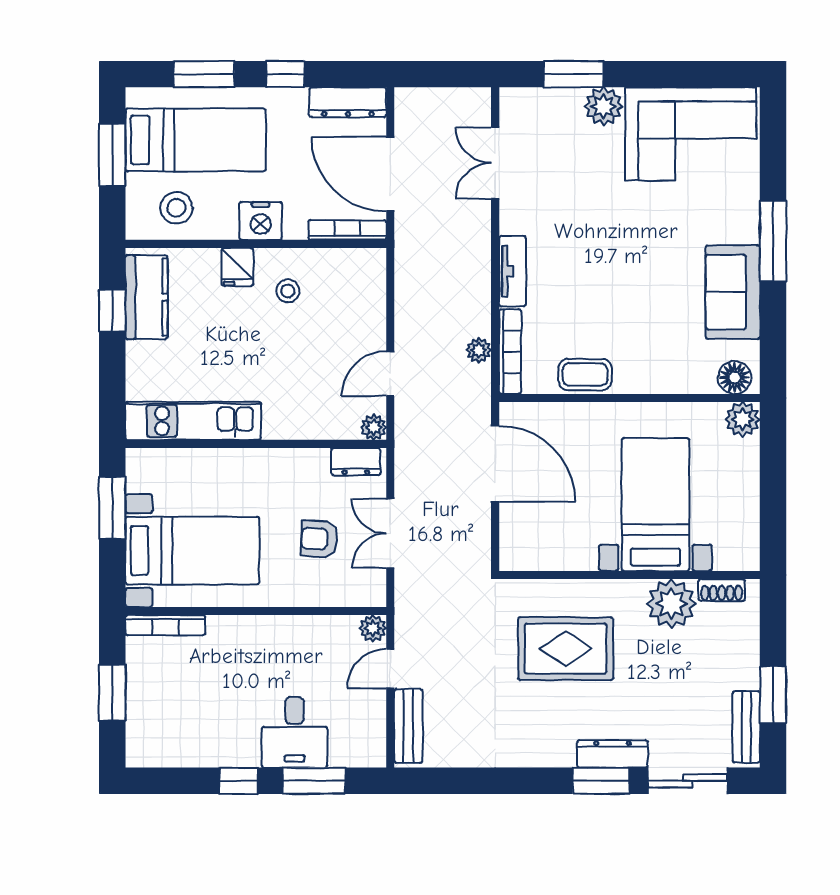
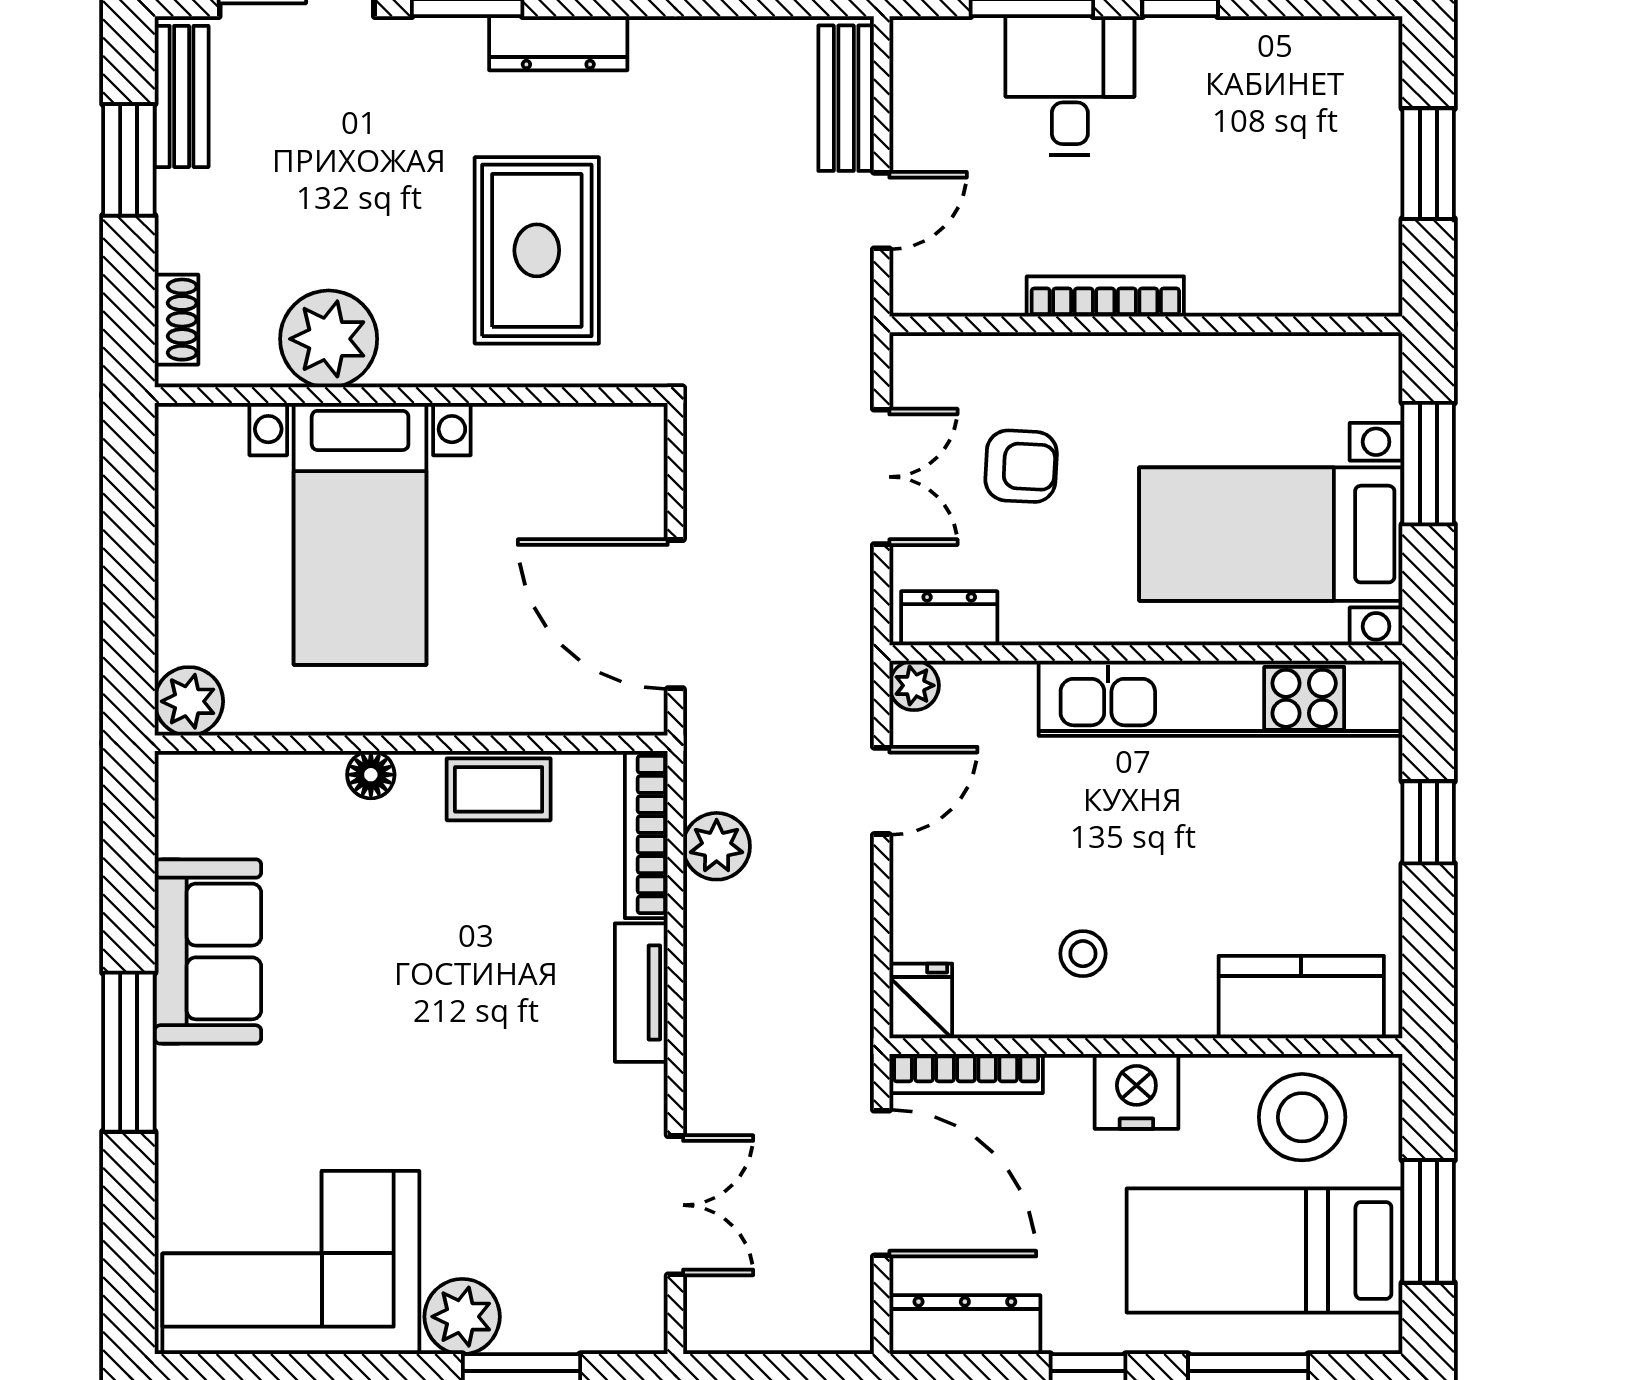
stool: (176, 208) -> (1302, 1117), width x1.38, depth x1.38
fridge: (237, 267) -> (921, 1001), moved
kitchen counter: (146, 297) -> (1301, 997), moved, turned 90
window: (112, 310) -> (1428, 822), moved
plant: (479, 350) -> (717, 846), width x1.38, depth x1.38
floor lamp: (735, 378) -> (371, 775), moved, width x0.73, depth x0.73
kitchen unit: (193, 421) -> (1221, 698), width x1.36
window: (112, 508) -> (1428, 464), moved
bed with nightstands: (192, 551) -> (1271, 534), moved
shoe rack: (722, 590) -> (176, 320), moved, turned 90
bookcase: (165, 625) -> (1105, 296), moved
plant: (373, 628) -> (916, 290), removed
rug: (566, 649) -> (537, 250), turned 90
dresser: (612, 754) -> (558, 43), moved

